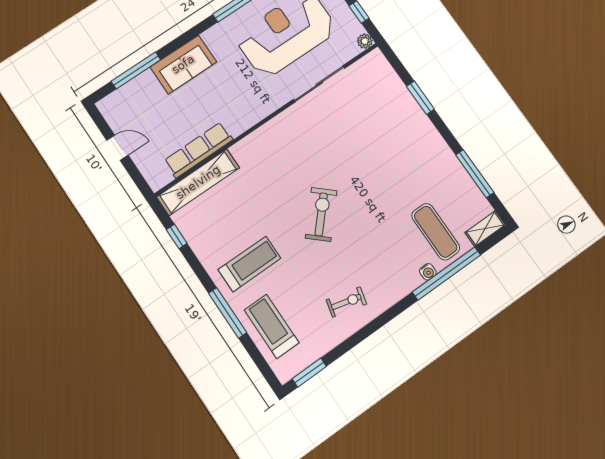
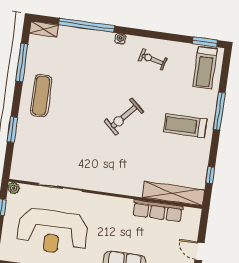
exercise mat: (436, 232) -> (41, 96), moved
water cooler: (428, 272) -> (120, 39), moved
treadmill: (272, 326) -> (205, 68), moved

